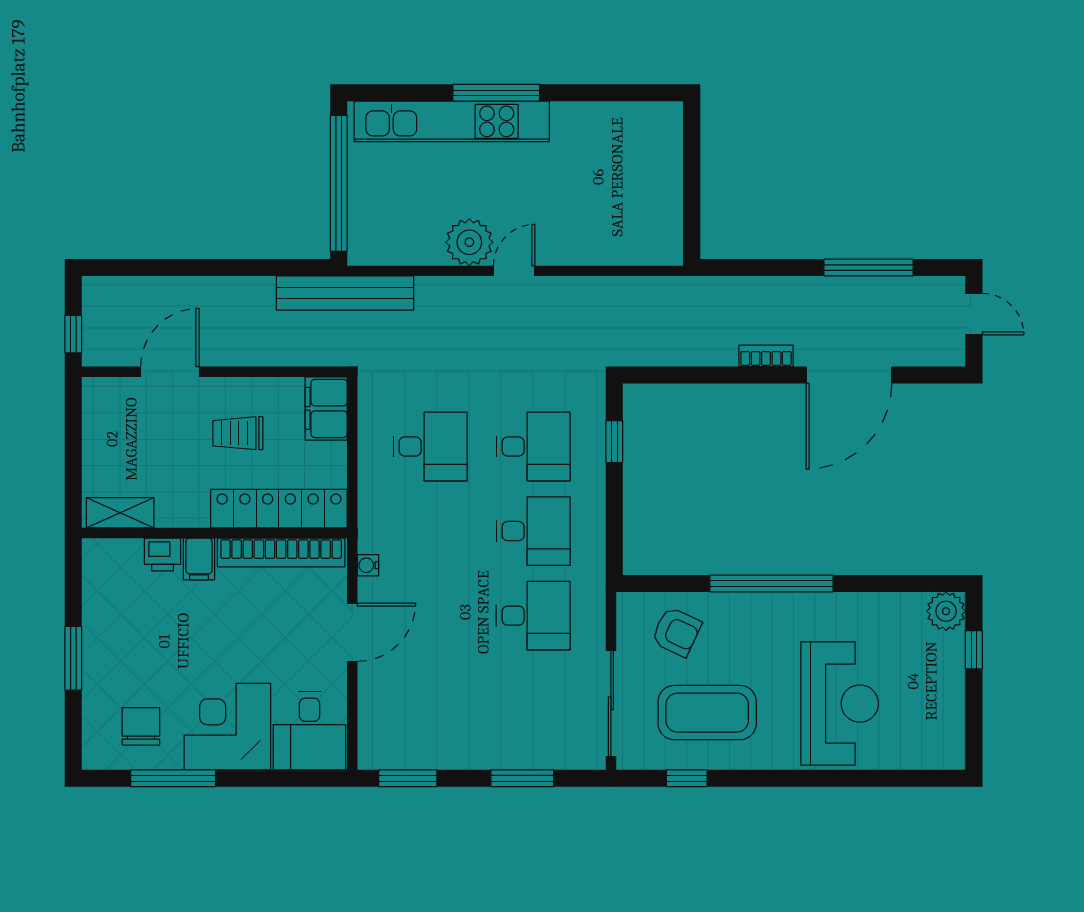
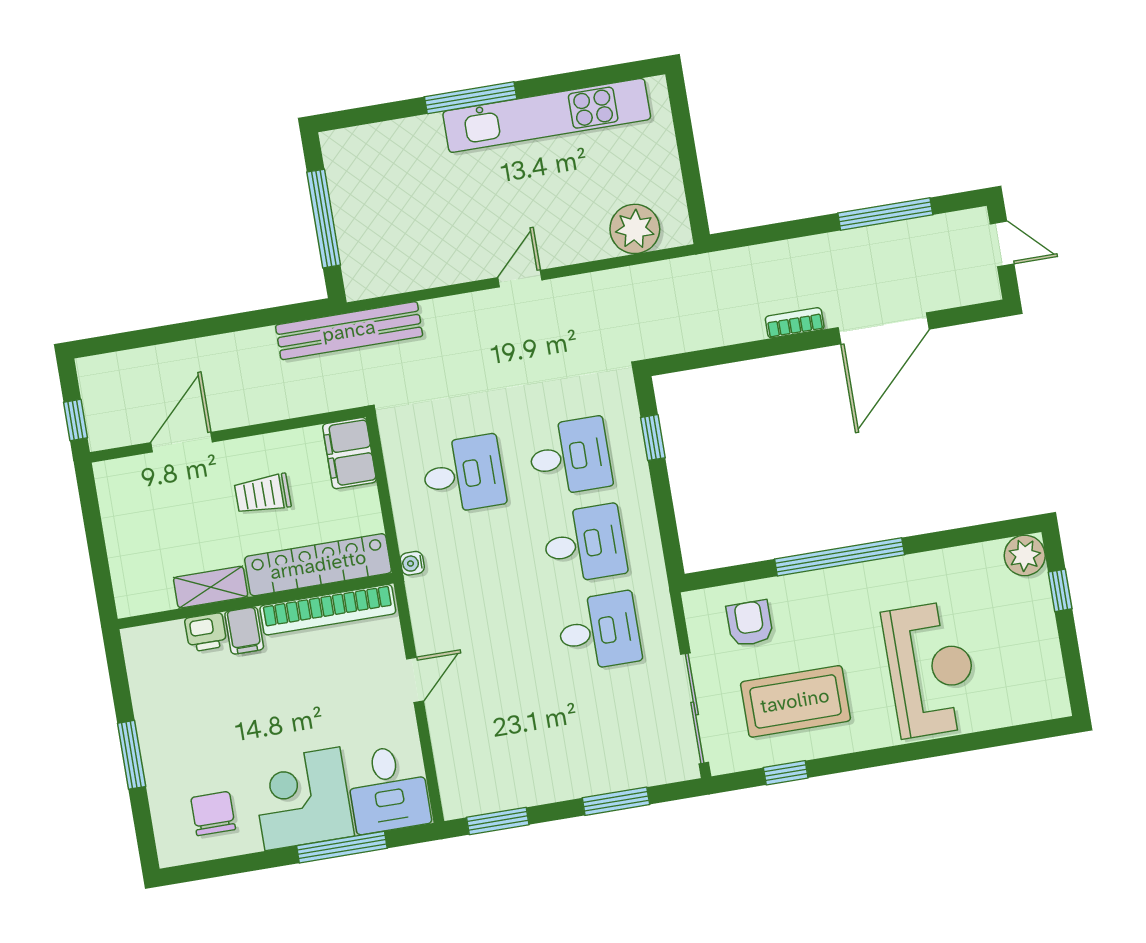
kitchen unit: (452, 121) -> (547, 115), moved
window: (339, 183) -> (324, 219), width x0.68
plant: (469, 242) -> (635, 229), moved
shelving: (120, 513) -> (211, 587), moved
water cooler: (368, 565) -> (412, 563), moved
door: (352, 632) -> (415, 680), width x0.73
armchair: (676, 632) -> (750, 623), turned -115
window: (173, 778) -> (342, 847), moved

